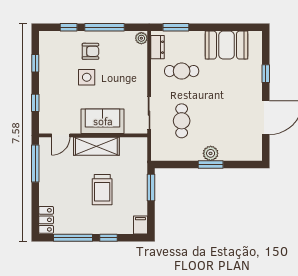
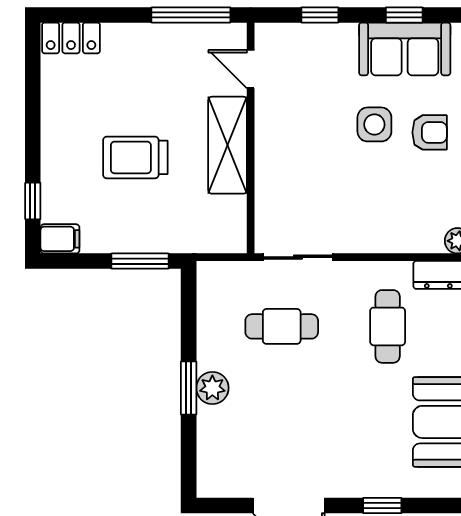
armchair: (90, 51) -> (430, 132), turned -90
sofa: (103, 121) -> (405, 49), moved, turned 90
window: (73, 238) -> (33, 95), removed
window: (108, 238) -> (33, 201), moved

